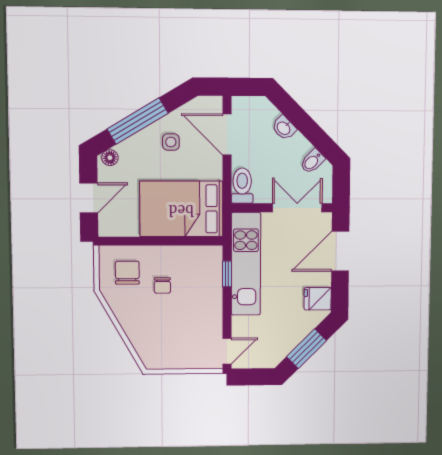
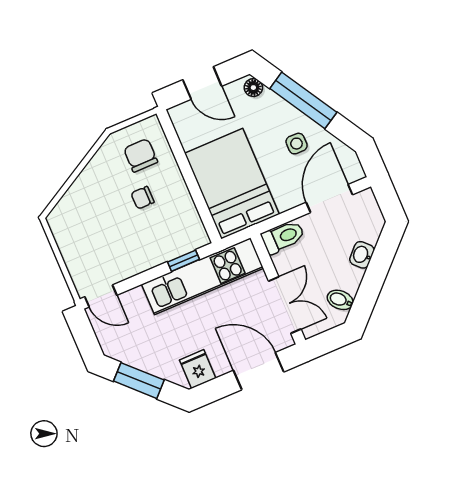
chair: (127, 273) -> (141, 155), turned -90

